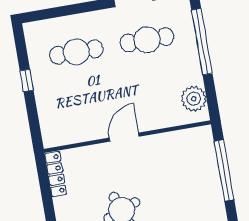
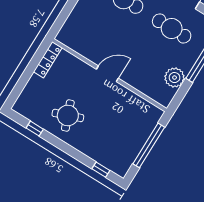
plant: (194, 99) -> (175, 78), moved

